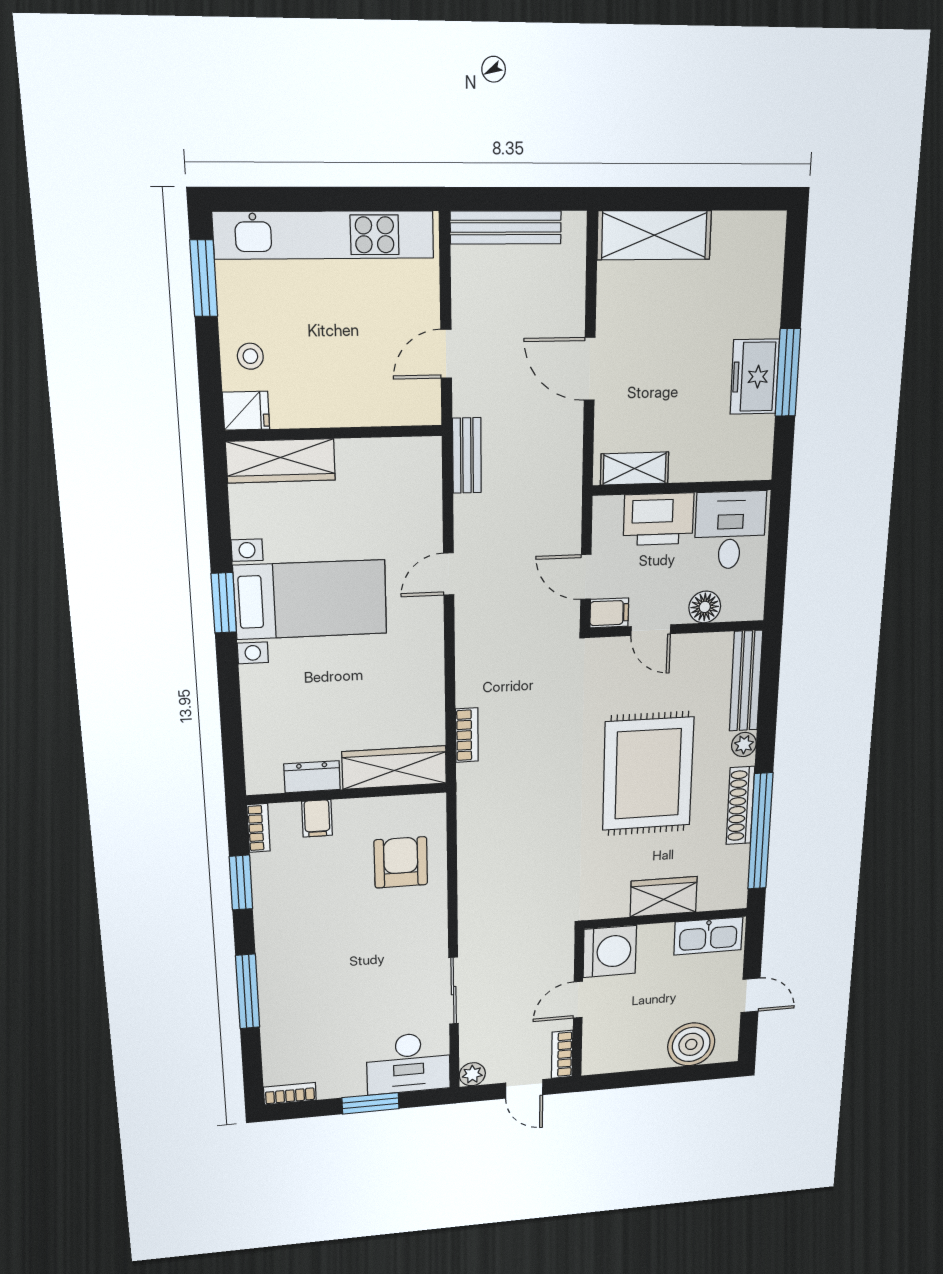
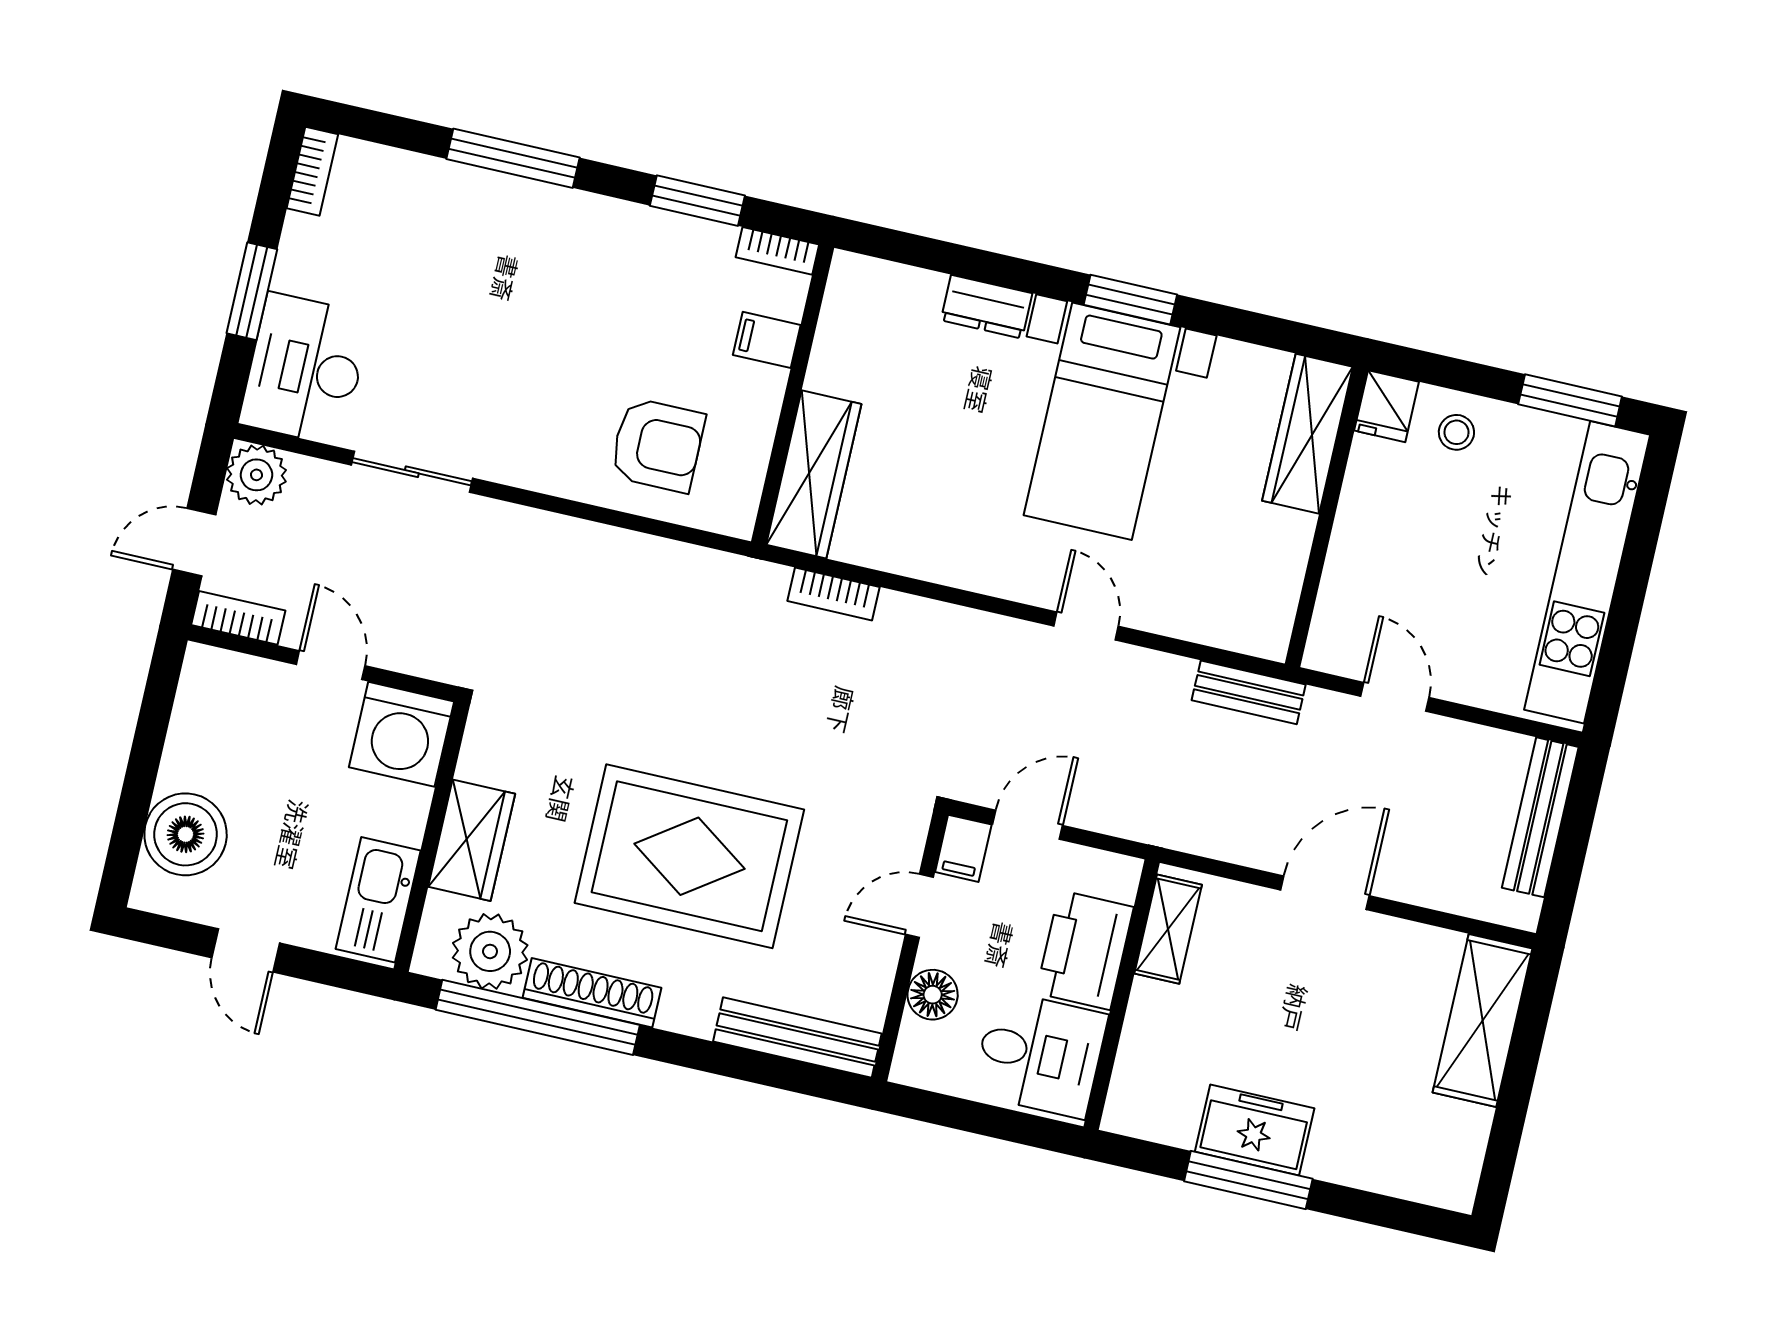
plant: (744, 745) -> (490, 951), moved, width x1.88, depth x1.88
dresser: (312, 777) -> (987, 307), moved, turned 90
door: (750, 995) -> (246, 950), hinge flipped
plant: (472, 1074) -> (256, 475), width x1.38, depth x1.38

